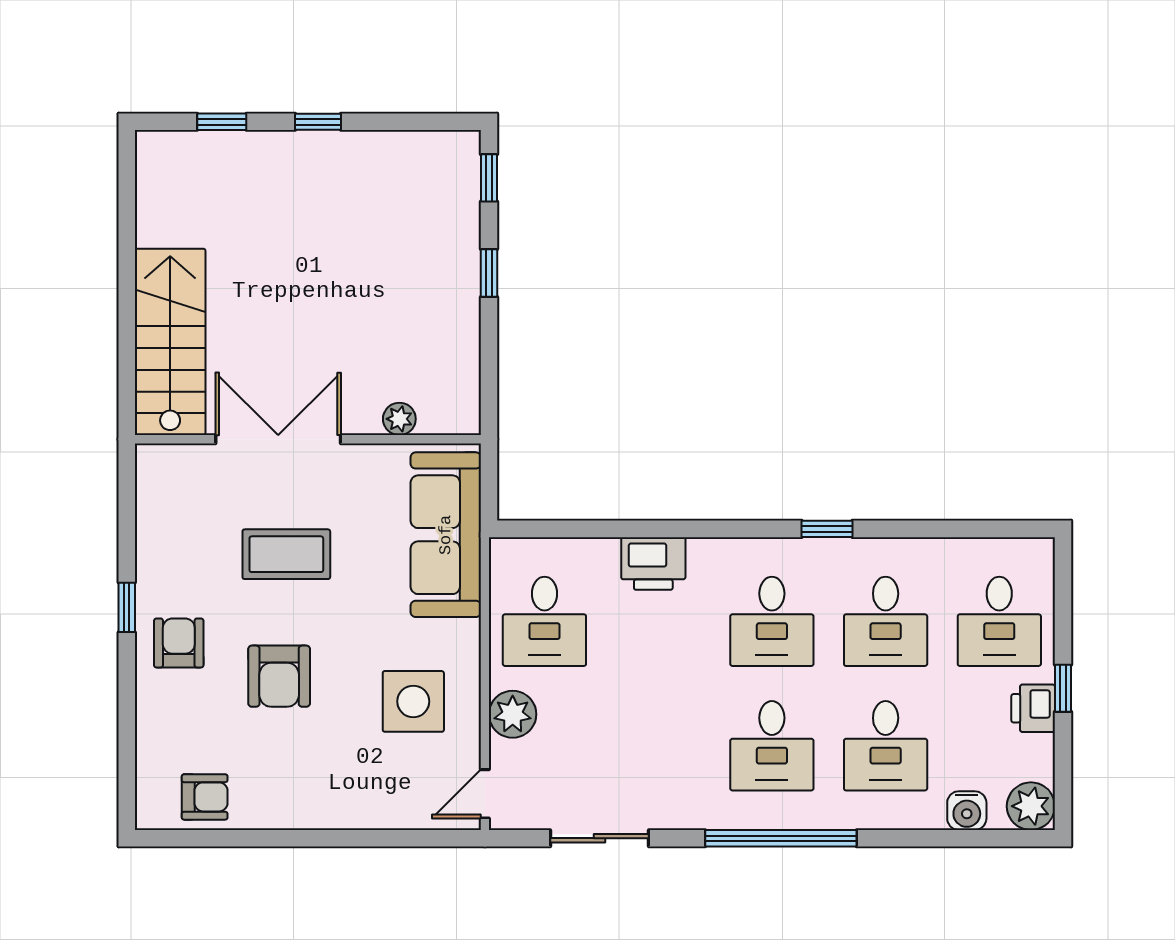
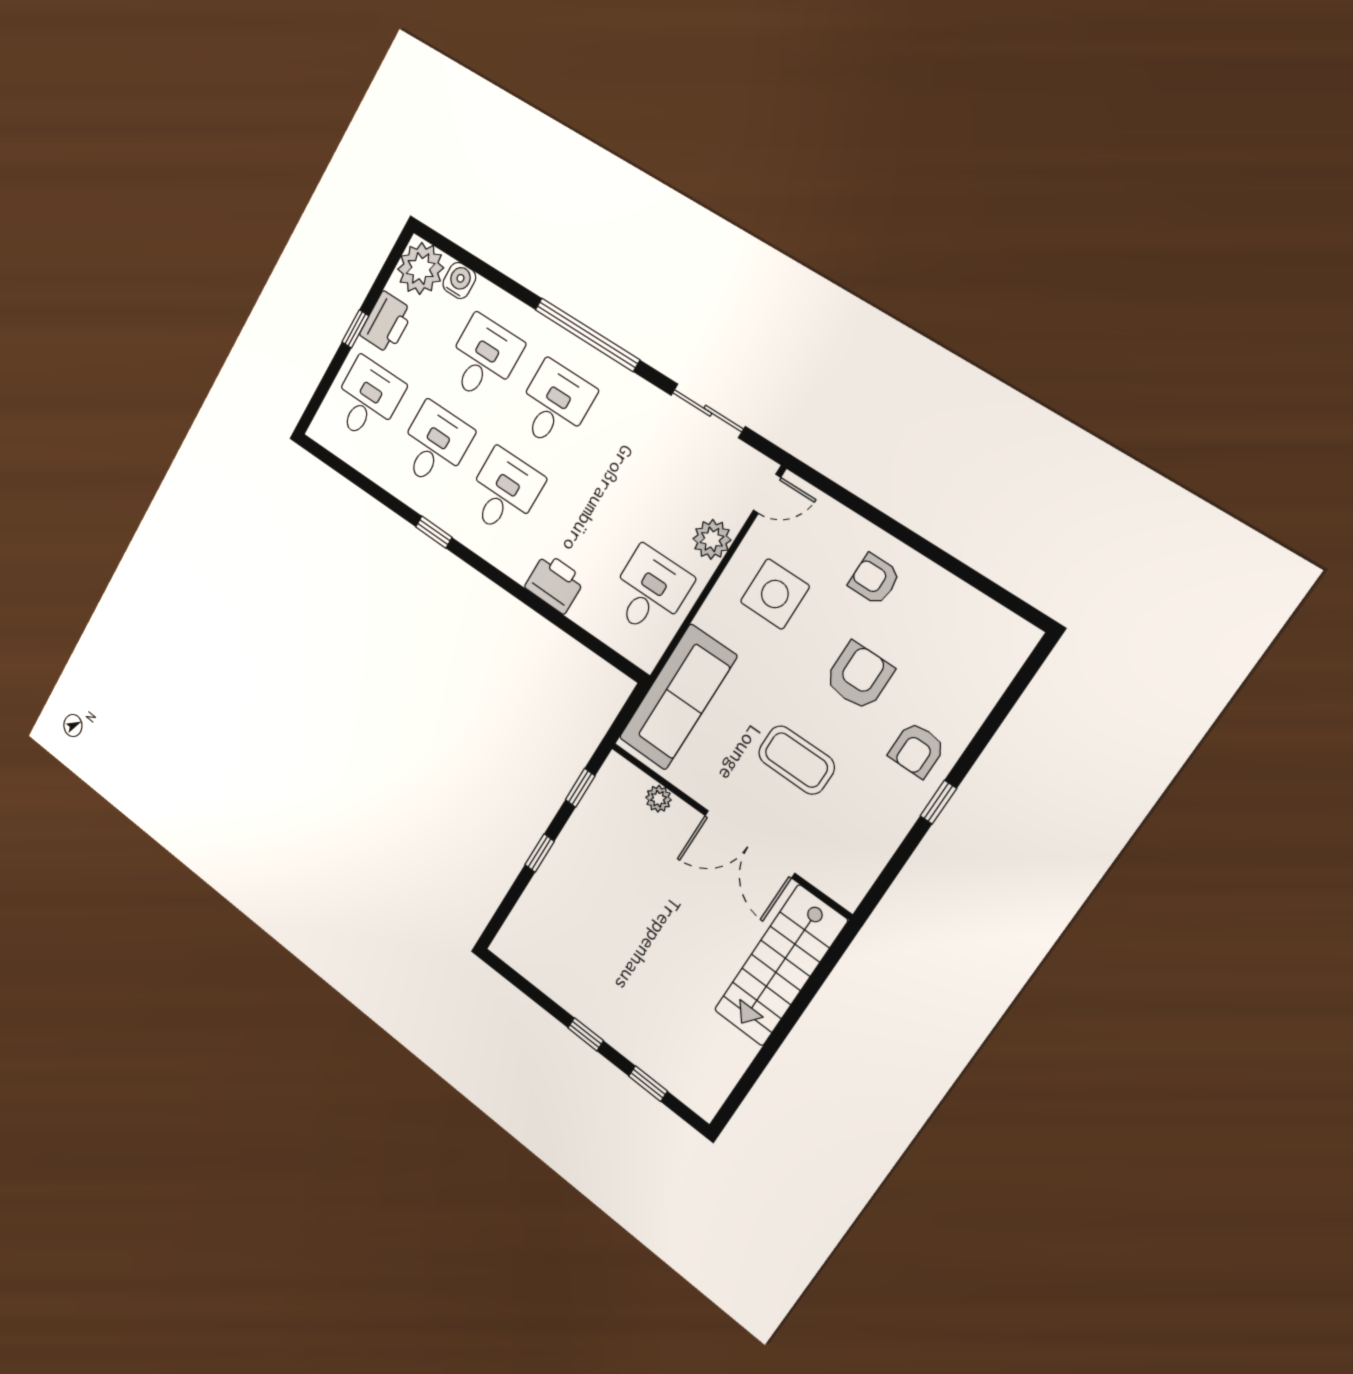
window: (489, 178) -> (580, 788), moved
printer: (1033, 708) -> (386, 323), width x1.36, depth x1.24
armchair: (205, 797) -> (874, 579), moved
plant: (1031, 806) -> (421, 269), width x1.36, depth x1.36

